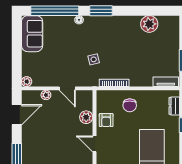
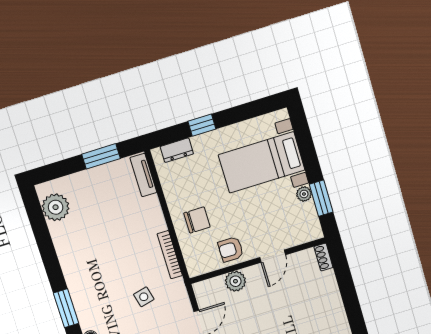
plant: (149, 24) -> (56, 207), moved
armchair: (106, 120) -> (231, 249), turned 180

